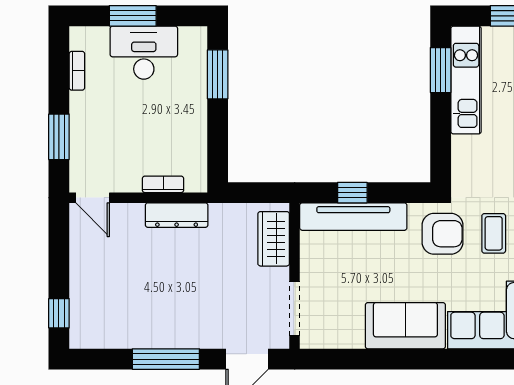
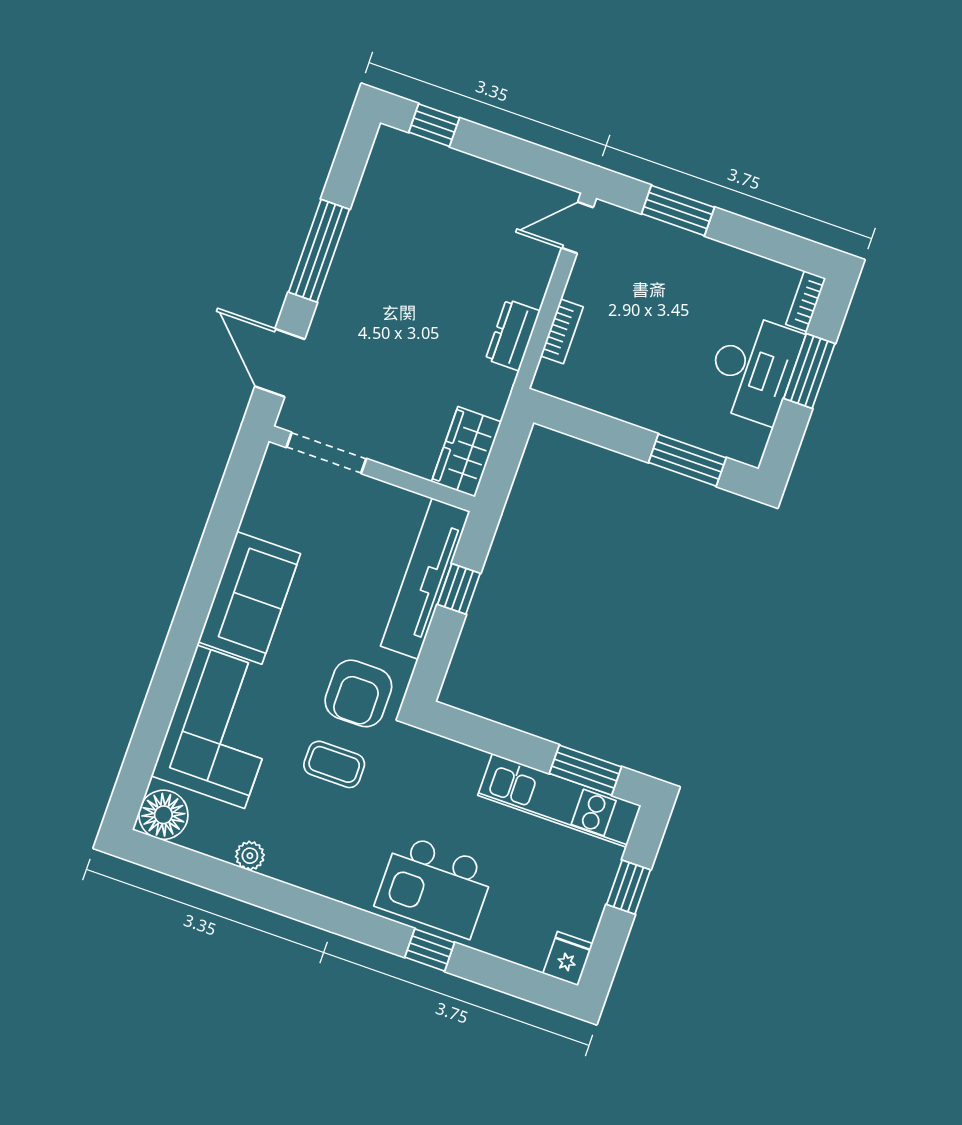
bookcase: (77, 71) -> (806, 301), moved, turned 90
dresser: (177, 215) -> (513, 335), width x0.70
wardrobe: (274, 239) -> (466, 452), moved, turned -90

